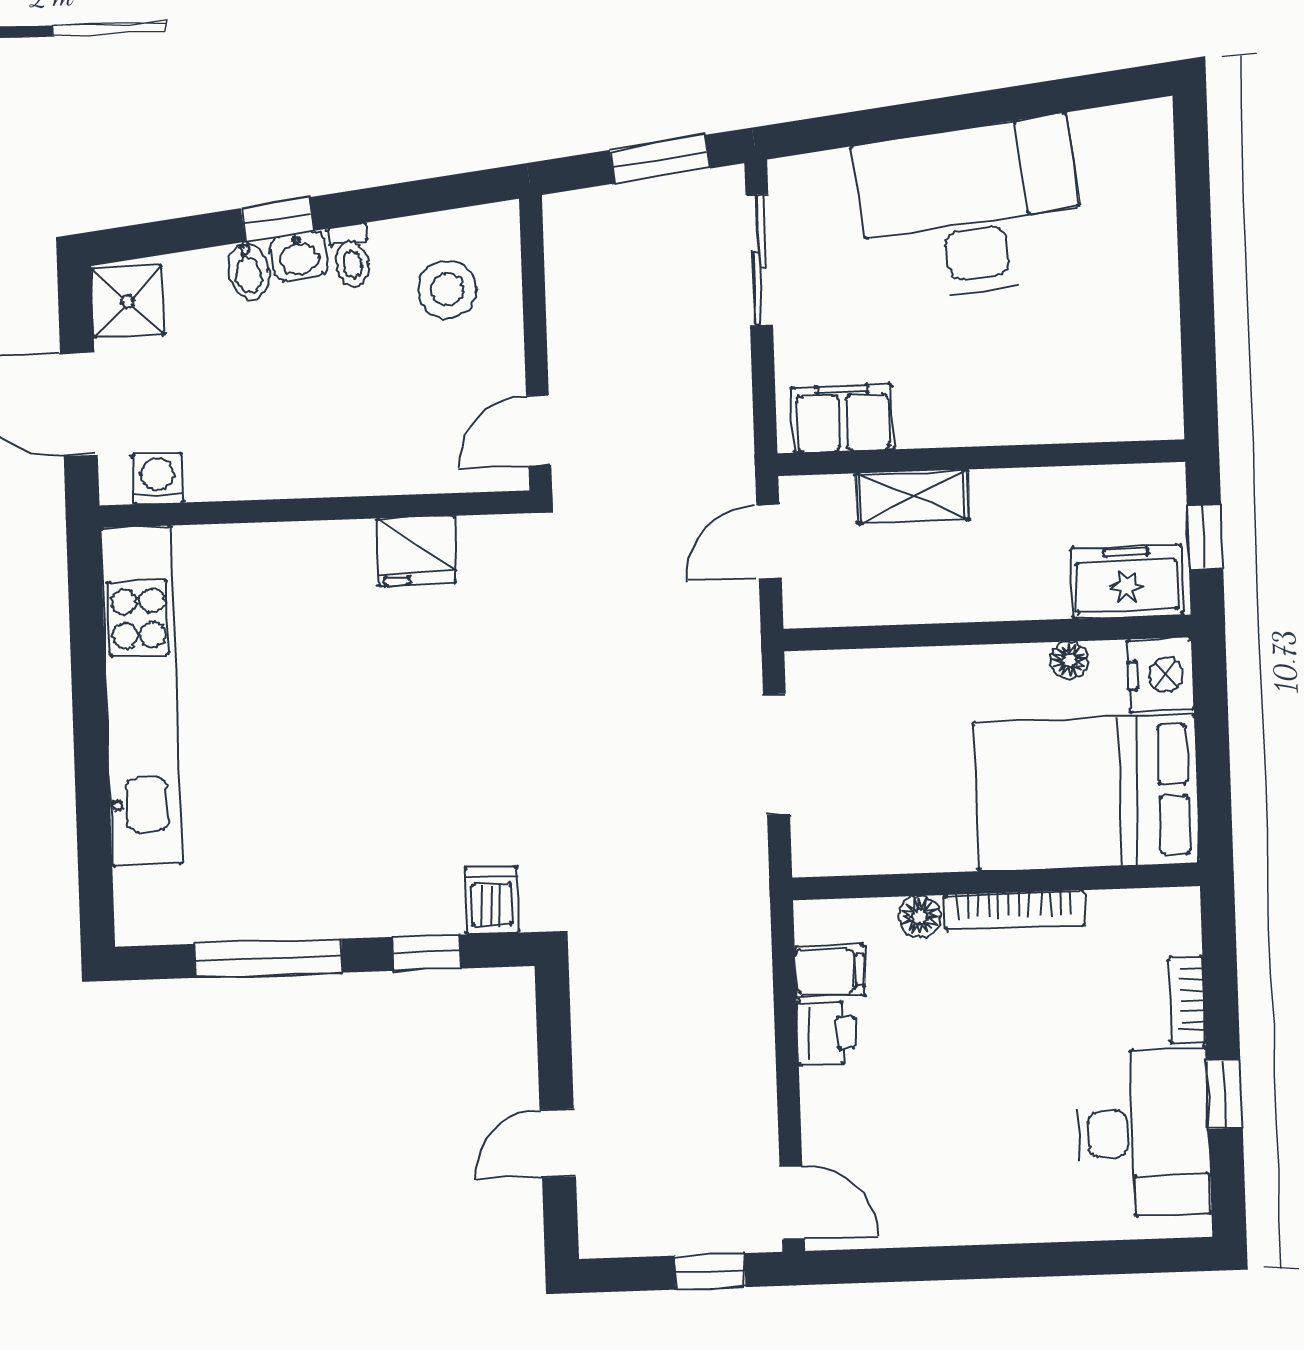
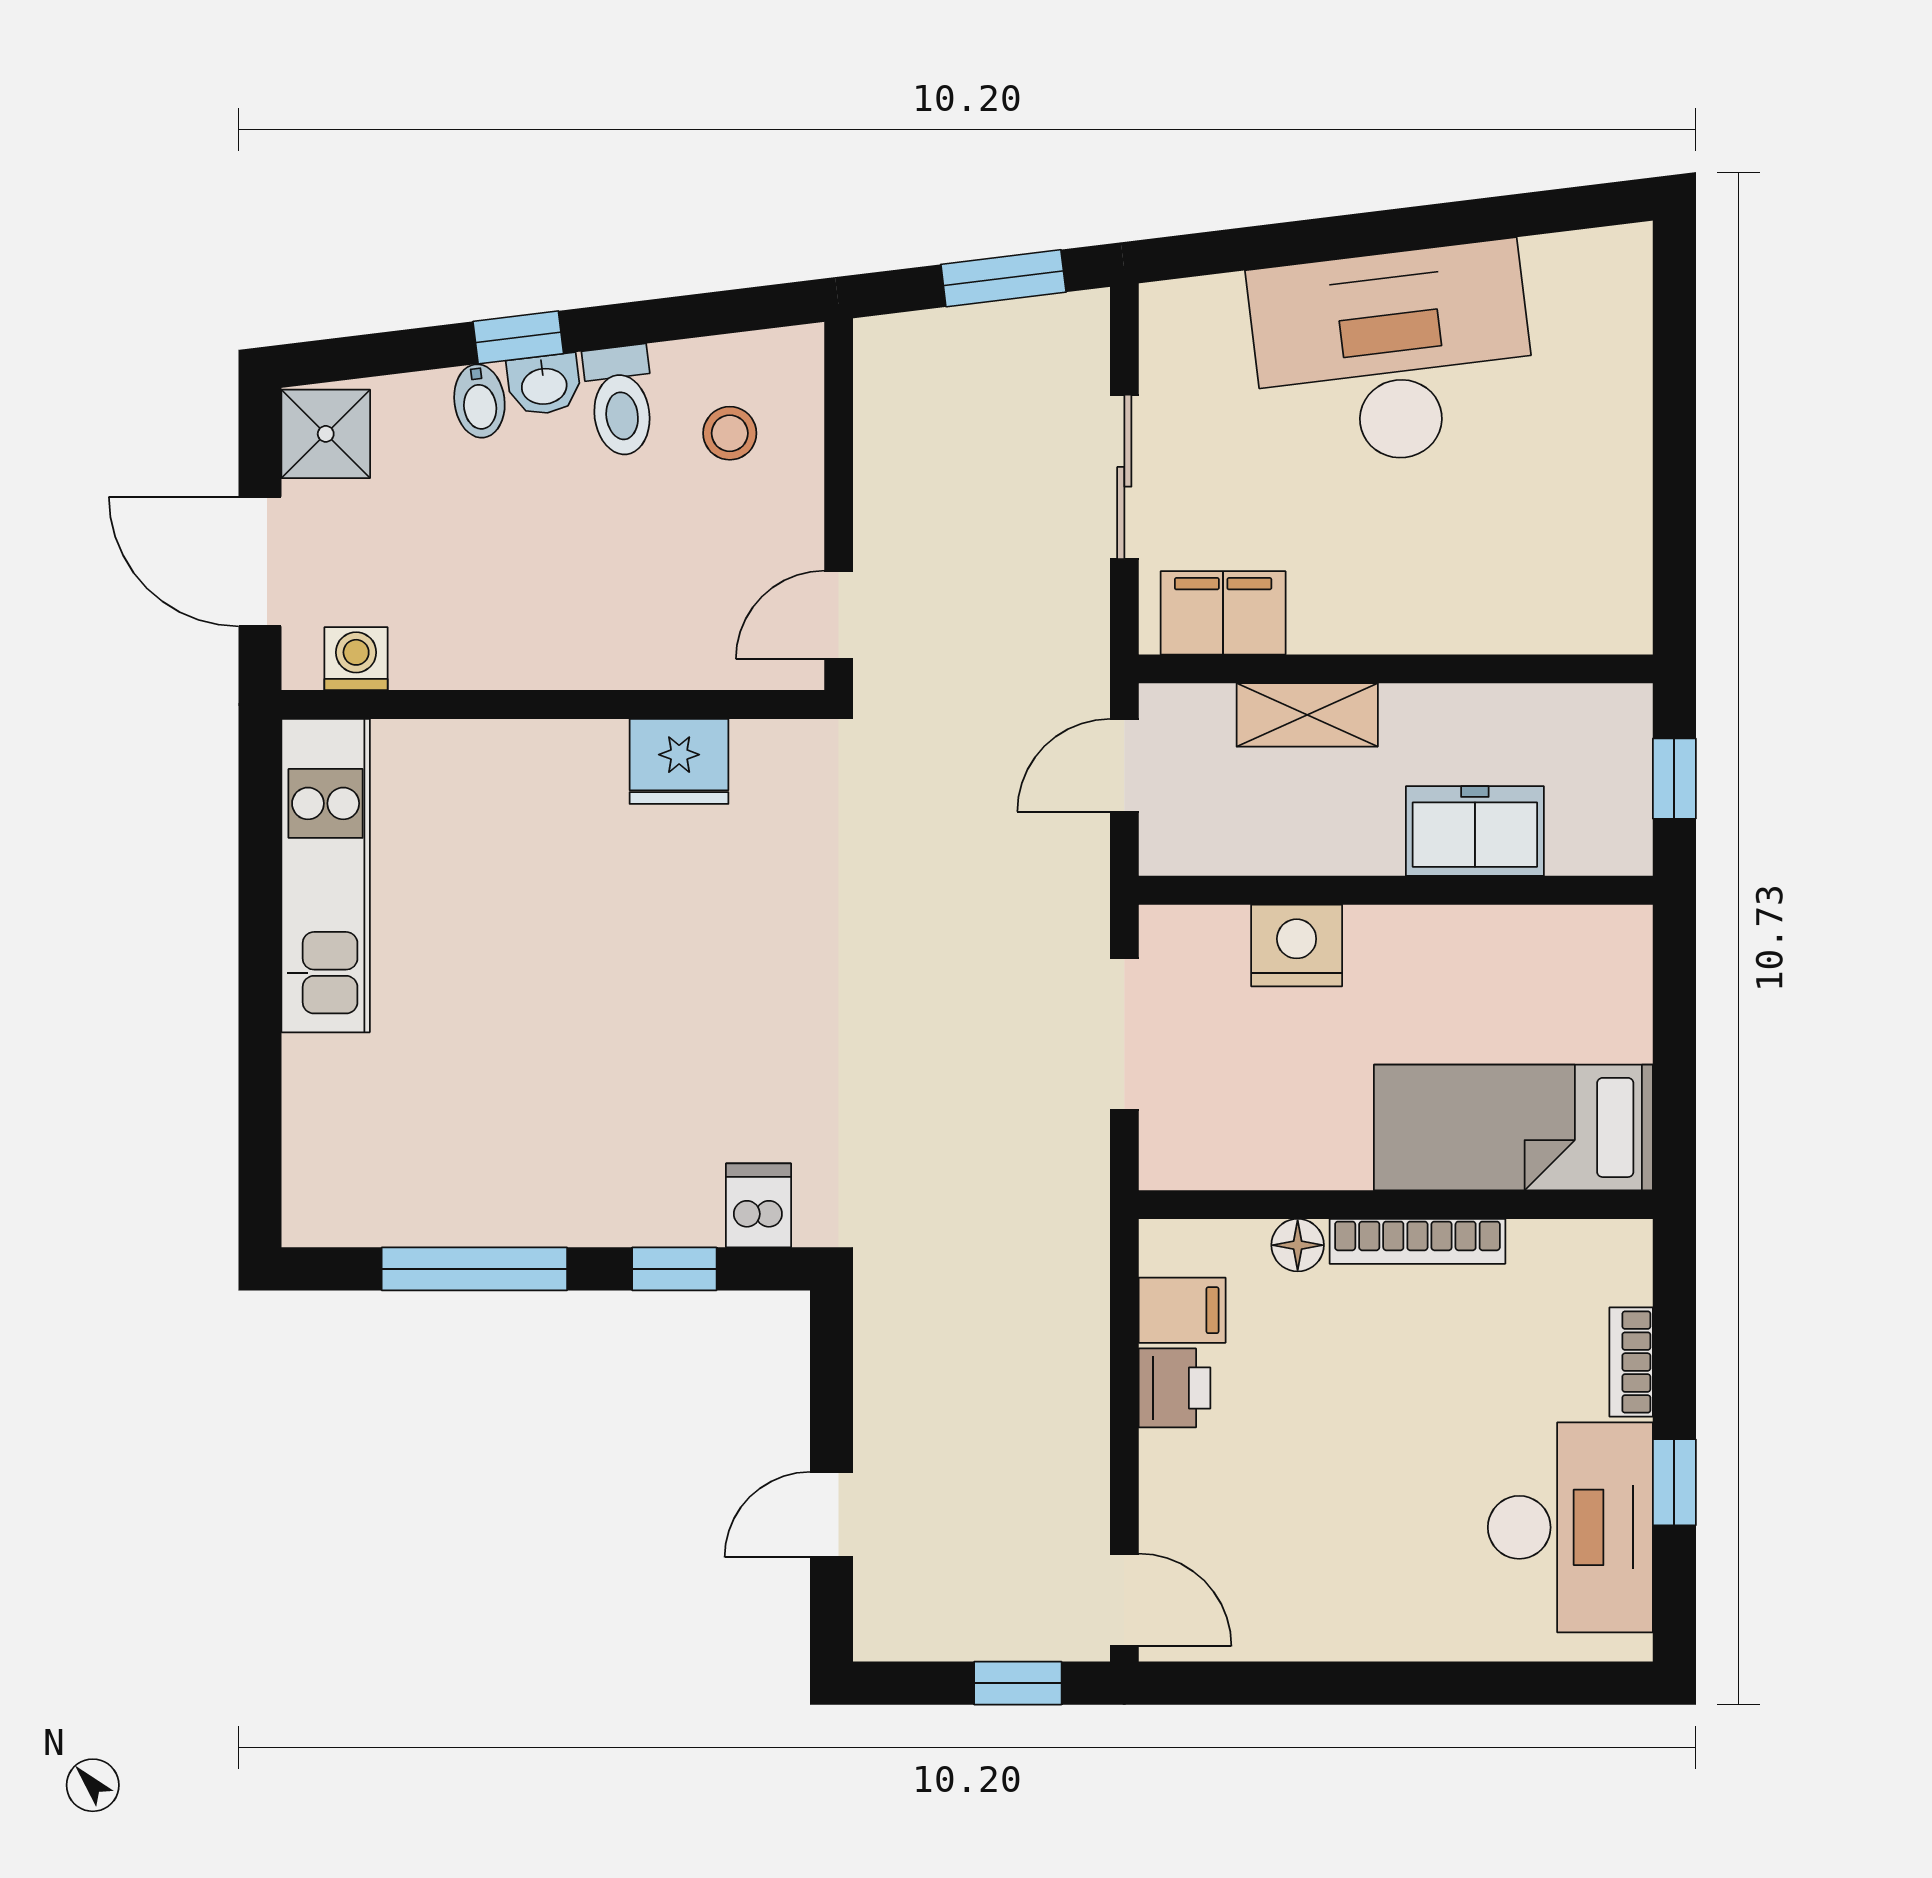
toilet: (351, 256) -> (620, 401), width x1.37, depth x1.39
sliding door: (759, 260) -> (1124, 477), moved
stool: (447, 290) -> (730, 433), width x0.73, depth x0.73
freezer: (1127, 581) -> (1475, 831), moved
floor lamp: (1069, 660) -> (1498, 928), removed
nightstand: (1160, 675) -> (1297, 945), moved, turned -90
kitchen unit: (141, 696) -> (326, 876), width x0.73
bed: (1086, 793) -> (1513, 1127), width x0.67

